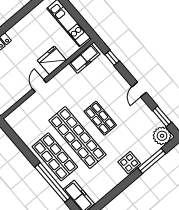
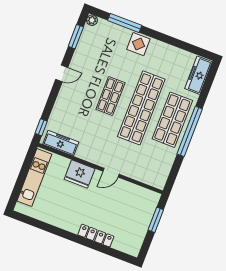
window: (112, 58) -> (41, 127), moved
plant: (162, 136) -> (92, 20), width x0.53, depth x0.53
window: (52, 182) -> (190, 131), moved

